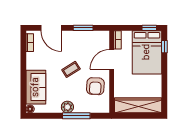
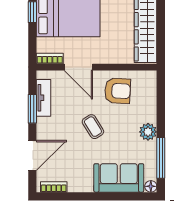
tv unit: (91, 36) -> (43, 98), added
window: (76, 116) -> (161, 158), moved

